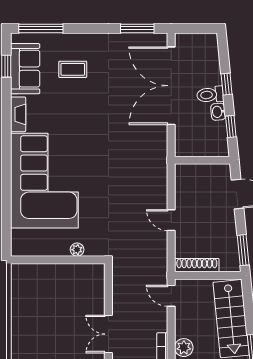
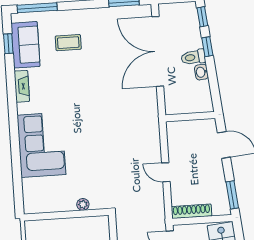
window: (231, 127) -> (202, 17), moved
corner sofa: (44, 181) -> (41, 145), width x0.73, depth x0.74

